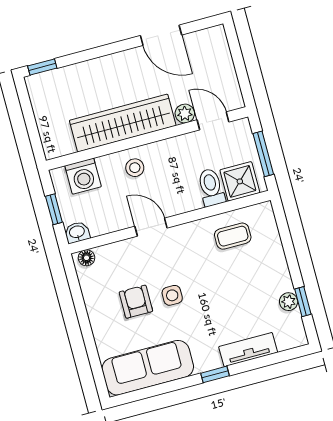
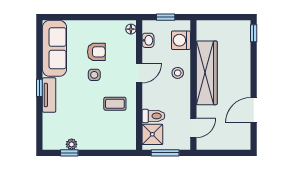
plant: (185, 114) -> (202, 112), removed
washbasin: (77, 232) -> (148, 40), moved
coffee table: (233, 236) -> (115, 104), moved, turned 90
tv unit: (248, 350) -> (49, 95), moved

